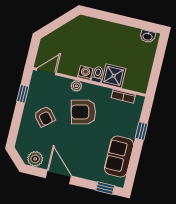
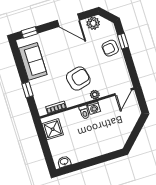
shower: (114, 76) -> (53, 129), moved
window: (23, 94) -> (123, 41), moved
armchair: (45, 116) -> (110, 48), moved, turned -56

